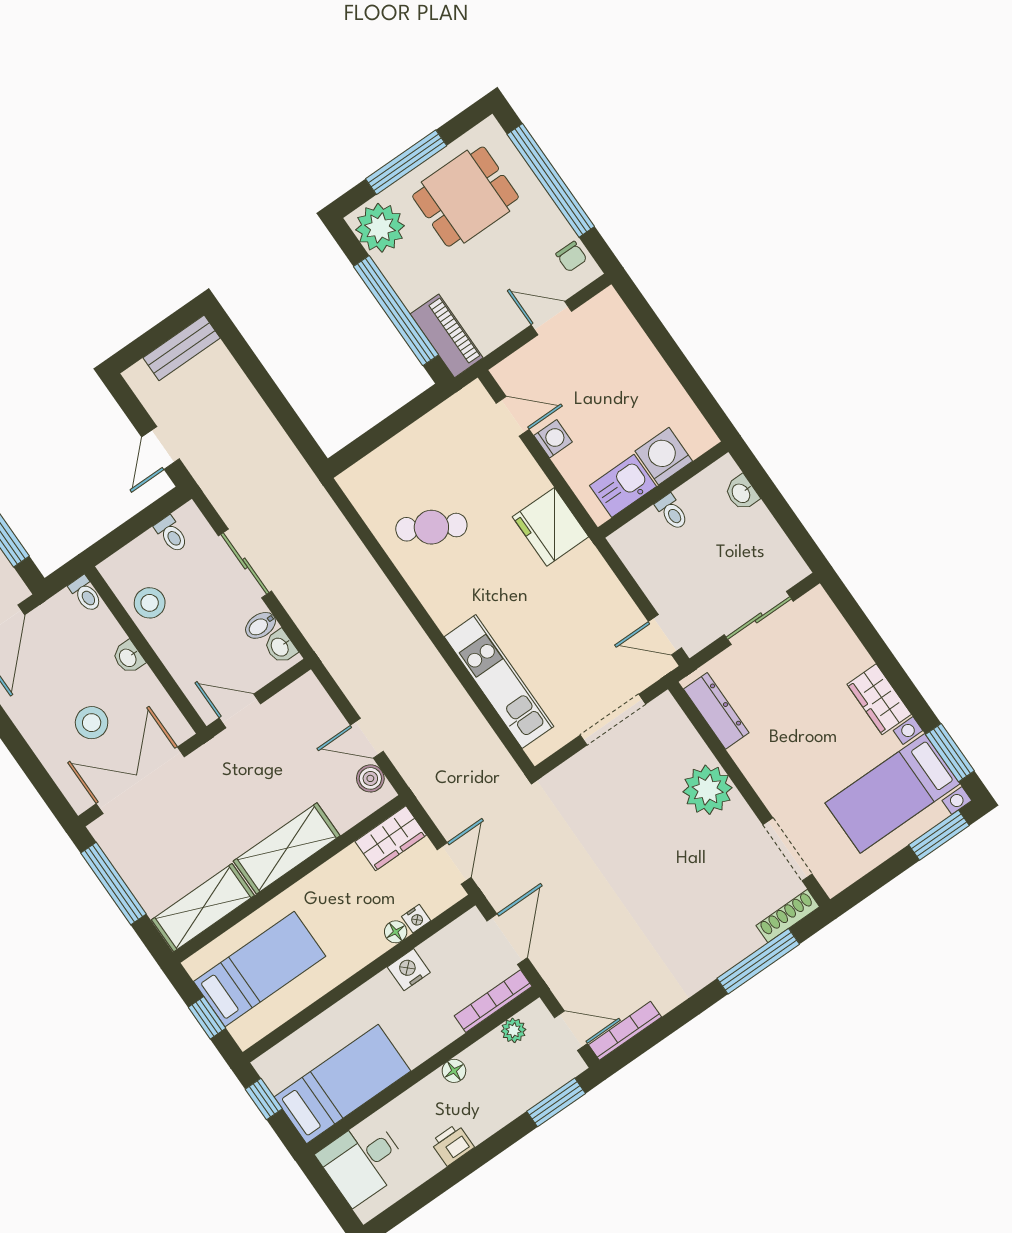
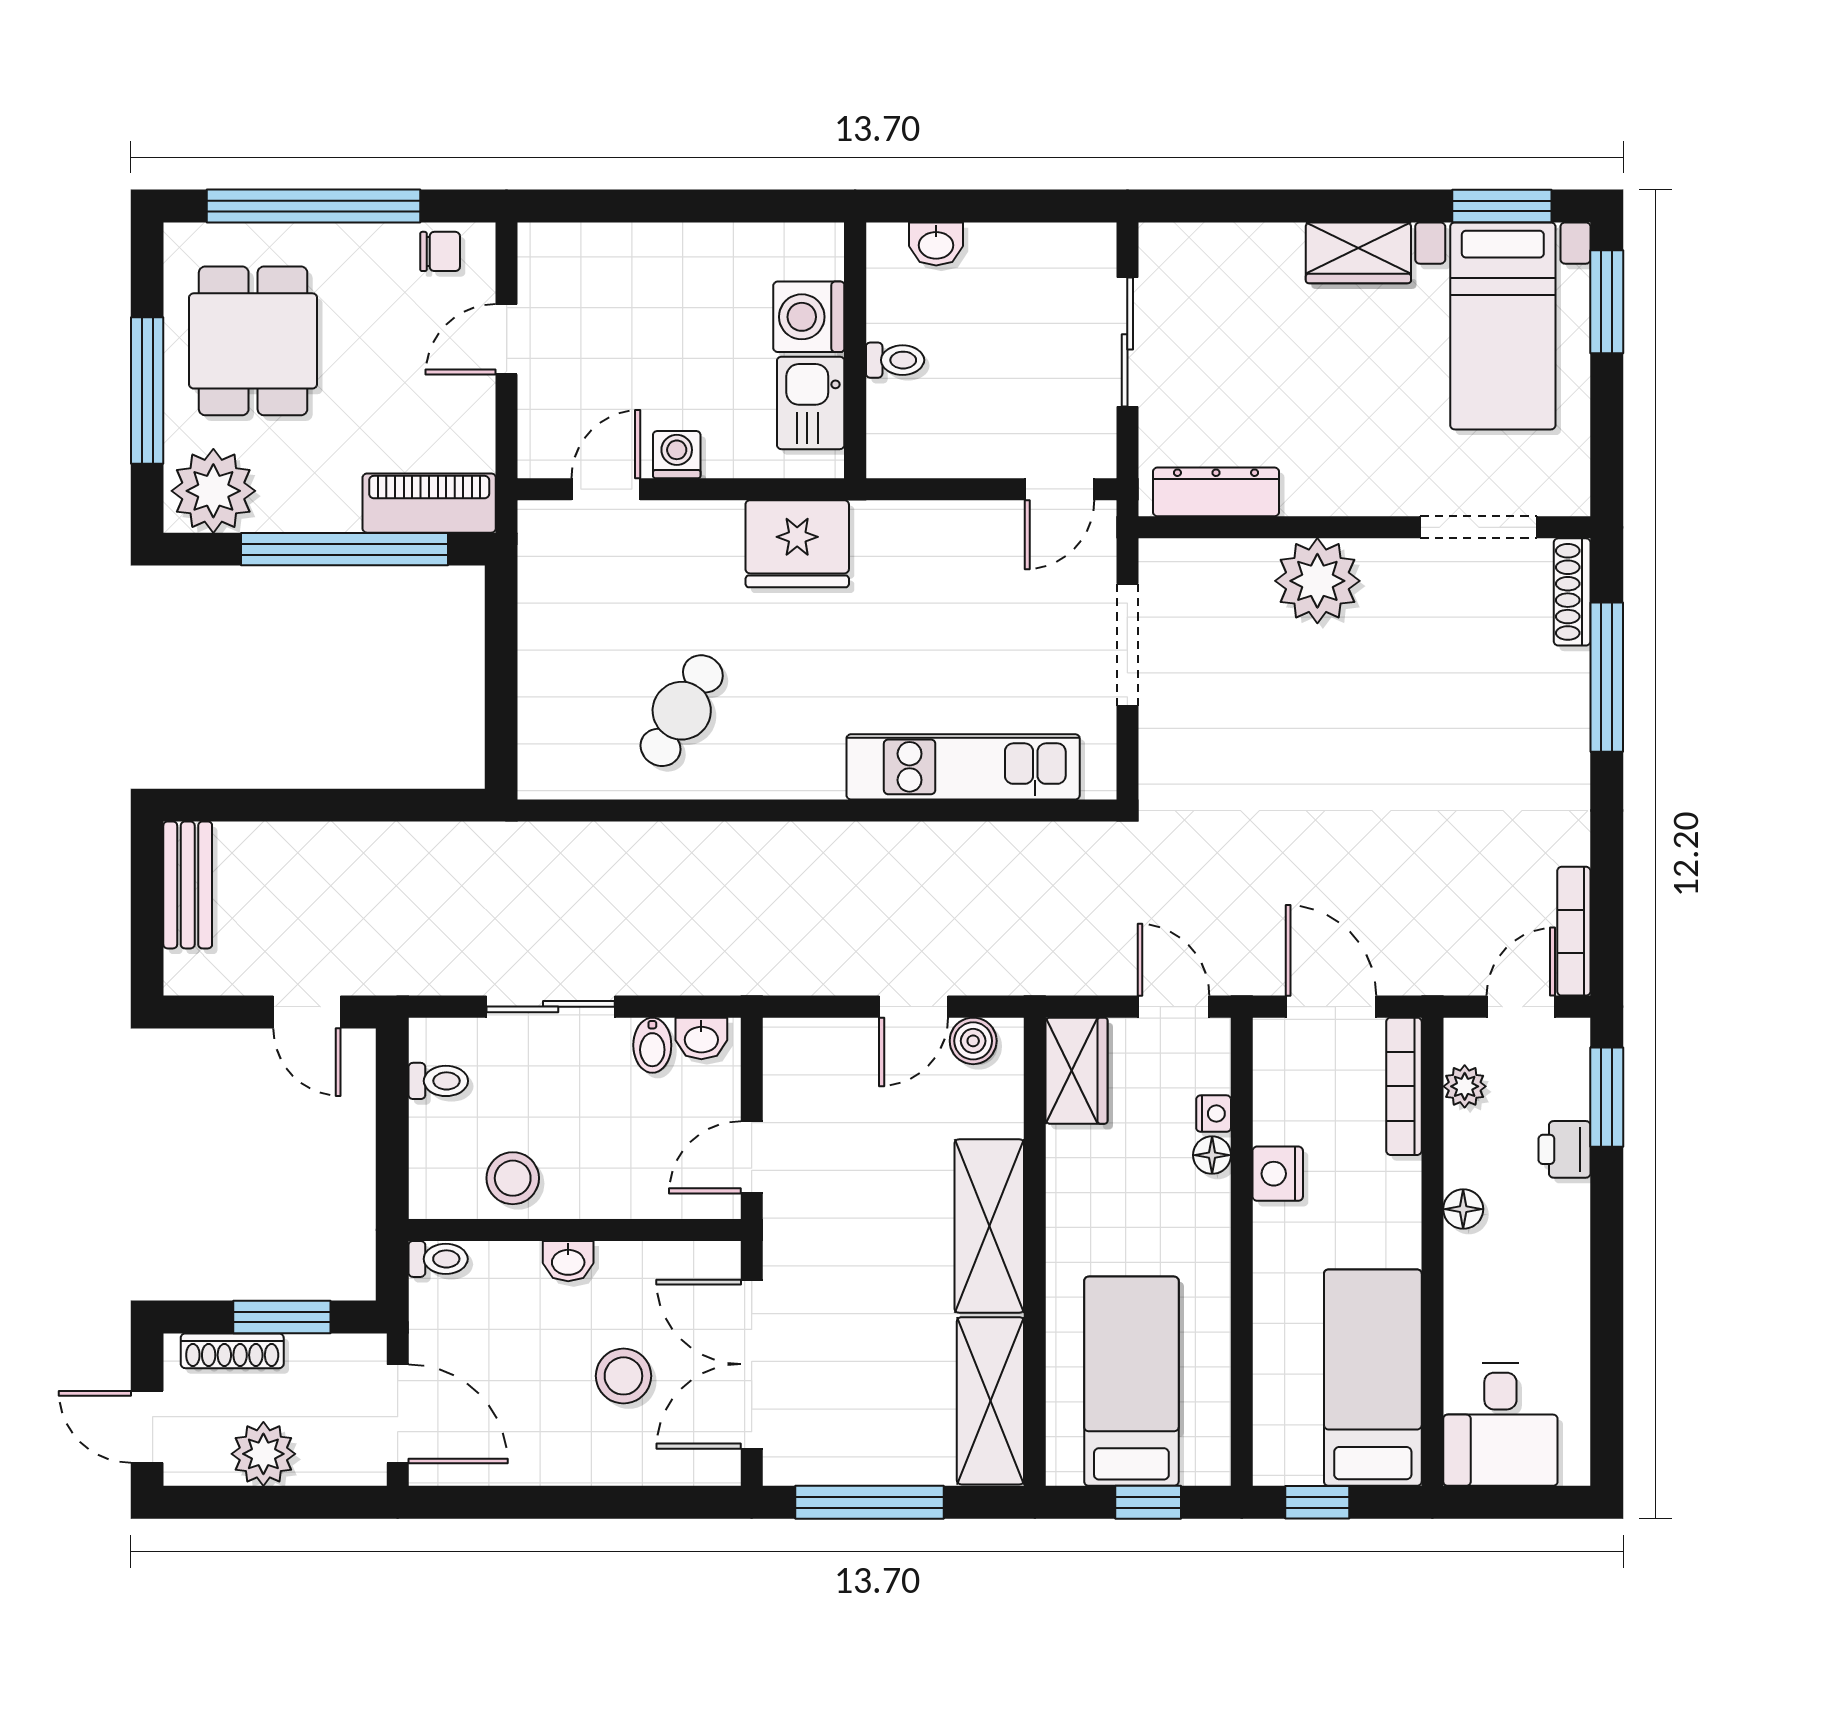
printer: (452, 1145) -> (1565, 1149), moved

